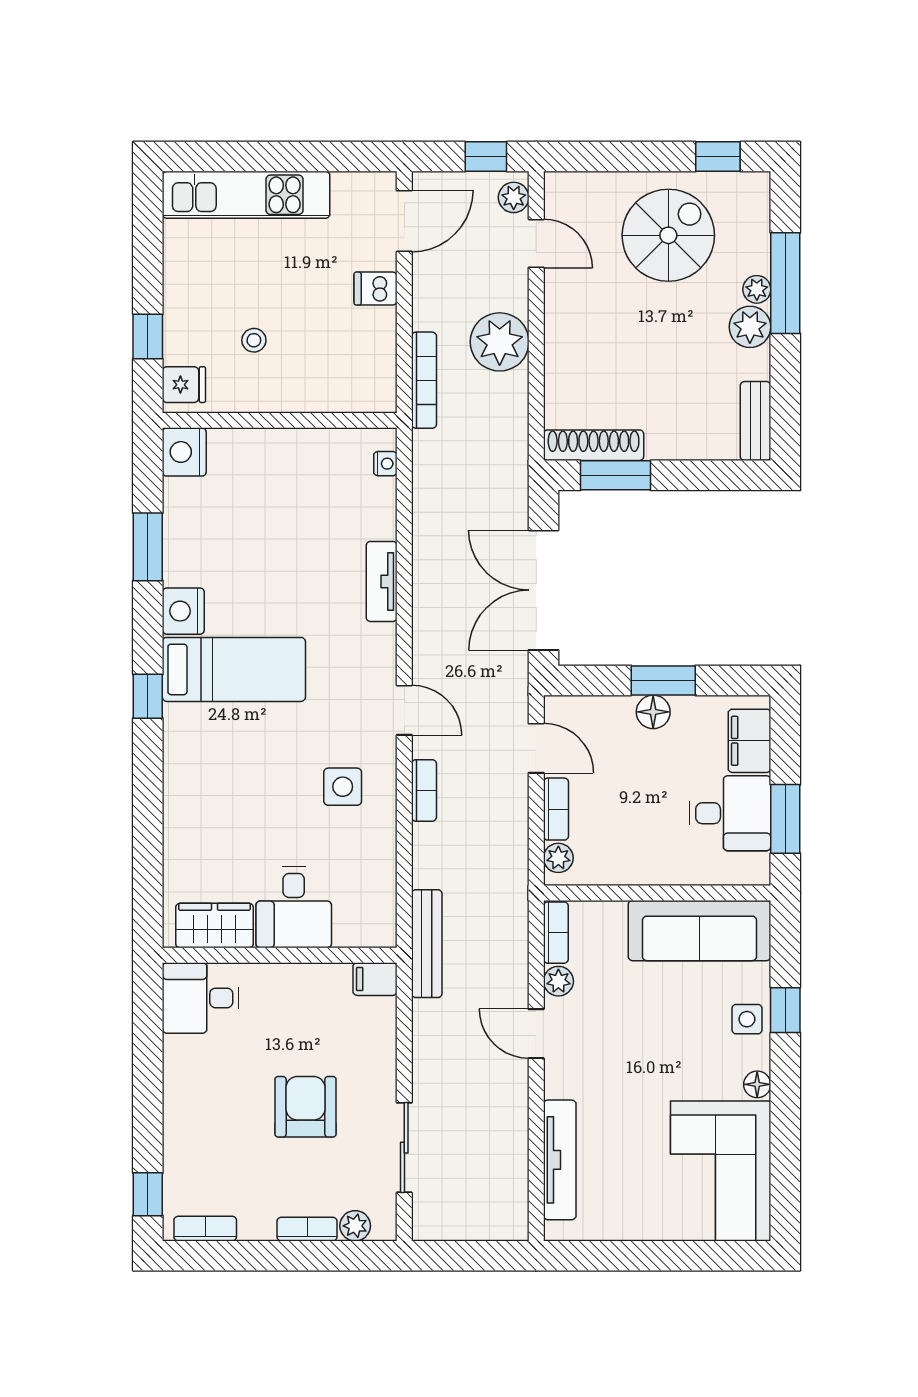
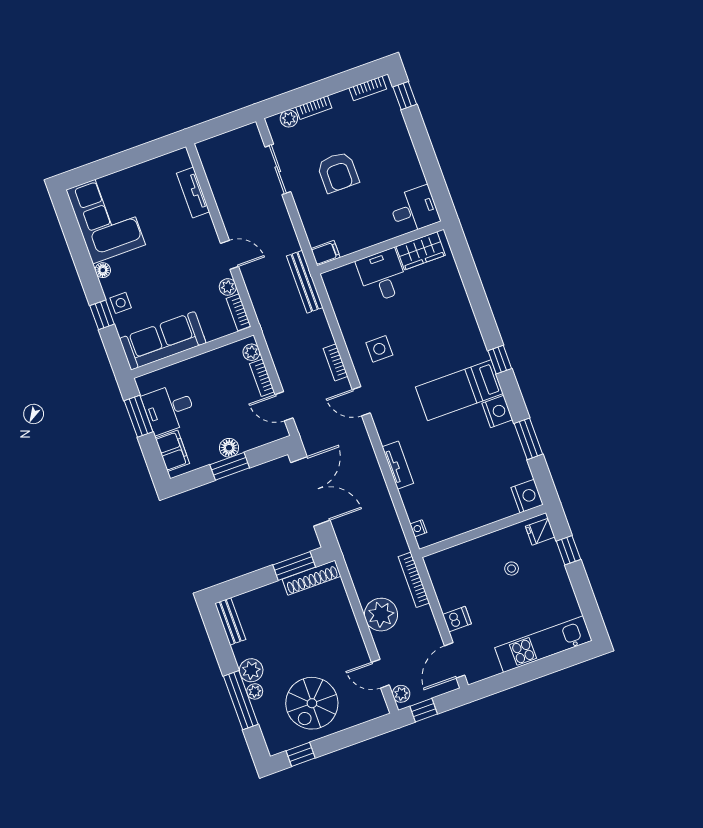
tv unit: (560, 1160) -> (193, 192), width x0.71

